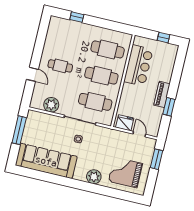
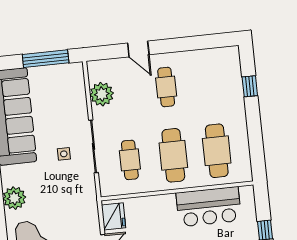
door: (32, 74) -> (138, 49), hinge flipped
cafe table: (95, 102) -> (130, 160), width x0.73, depth x0.74

